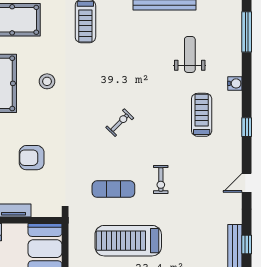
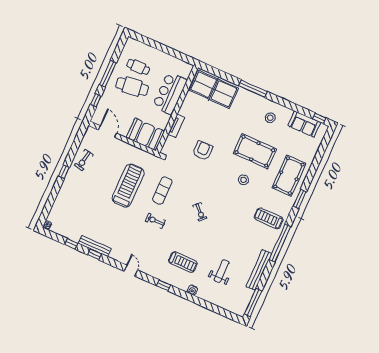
window: (247, 32) -> (220, 311), removed
weight bench: (190, 54) -> (221, 271), turned -90

